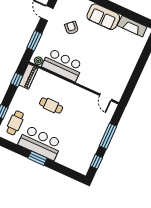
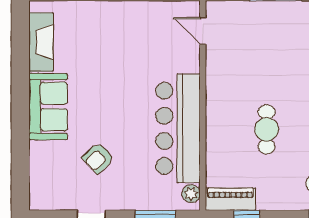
bar counter: (63, 65) -> (178, 128), width x1.36
door: (106, 97) -> (203, 31), swing flipped

